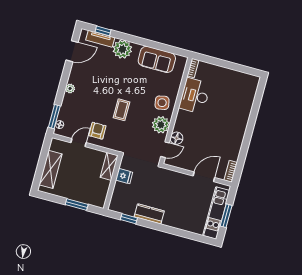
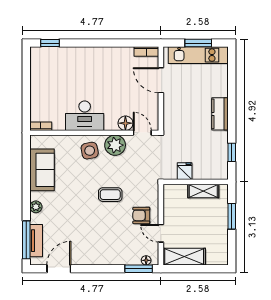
window: (103, 31) -> (26, 240), width x2.17
plant: (122, 49) -> (36, 207), width x0.53, depth x0.53
door: (72, 51) -> (59, 269), hinge flipped
plant: (70, 88) -> (102, 260), removed
window: (259, 94) -> (50, 43), added
desk: (195, 96) -> (85, 116), moved
shelving: (109, 166) -> (203, 191), moved
shelving: (51, 169) -> (184, 257), moved
kitchen counter: (149, 214) -> (220, 114), moved

